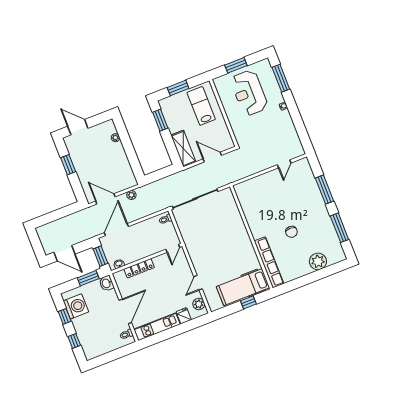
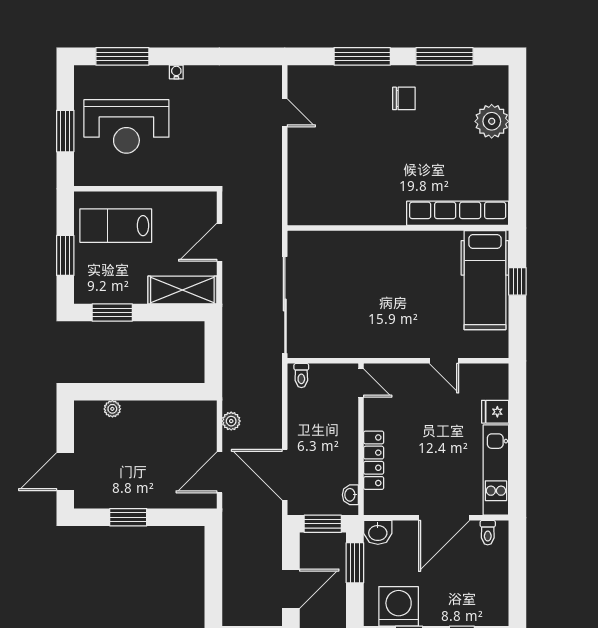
chair: (291, 232) -> (404, 98), moved
plant: (199, 304) -> (484, 375), removed
door: (125, 311) -> (444, 518), swing flipped

